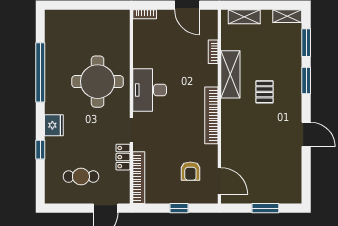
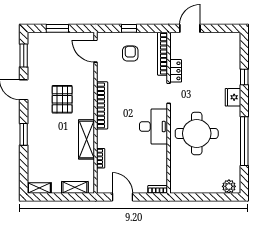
plant: (59, 18) -> (229, 186), added
window: (306, 43) -> (24, 55), moved
pallet: (264, 92) -> (62, 99), moved, width x1.50, depth x1.42
armchair: (190, 171) -> (130, 54), moved
cafe table: (81, 177) -> (210, 55), removed

